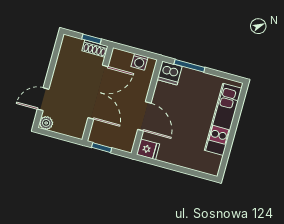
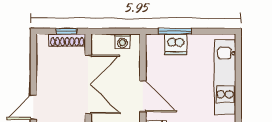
shoe rack: (95, 48) -> (67, 40), width x1.43
dishwasher: (170, 73) -> (175, 44), moved

